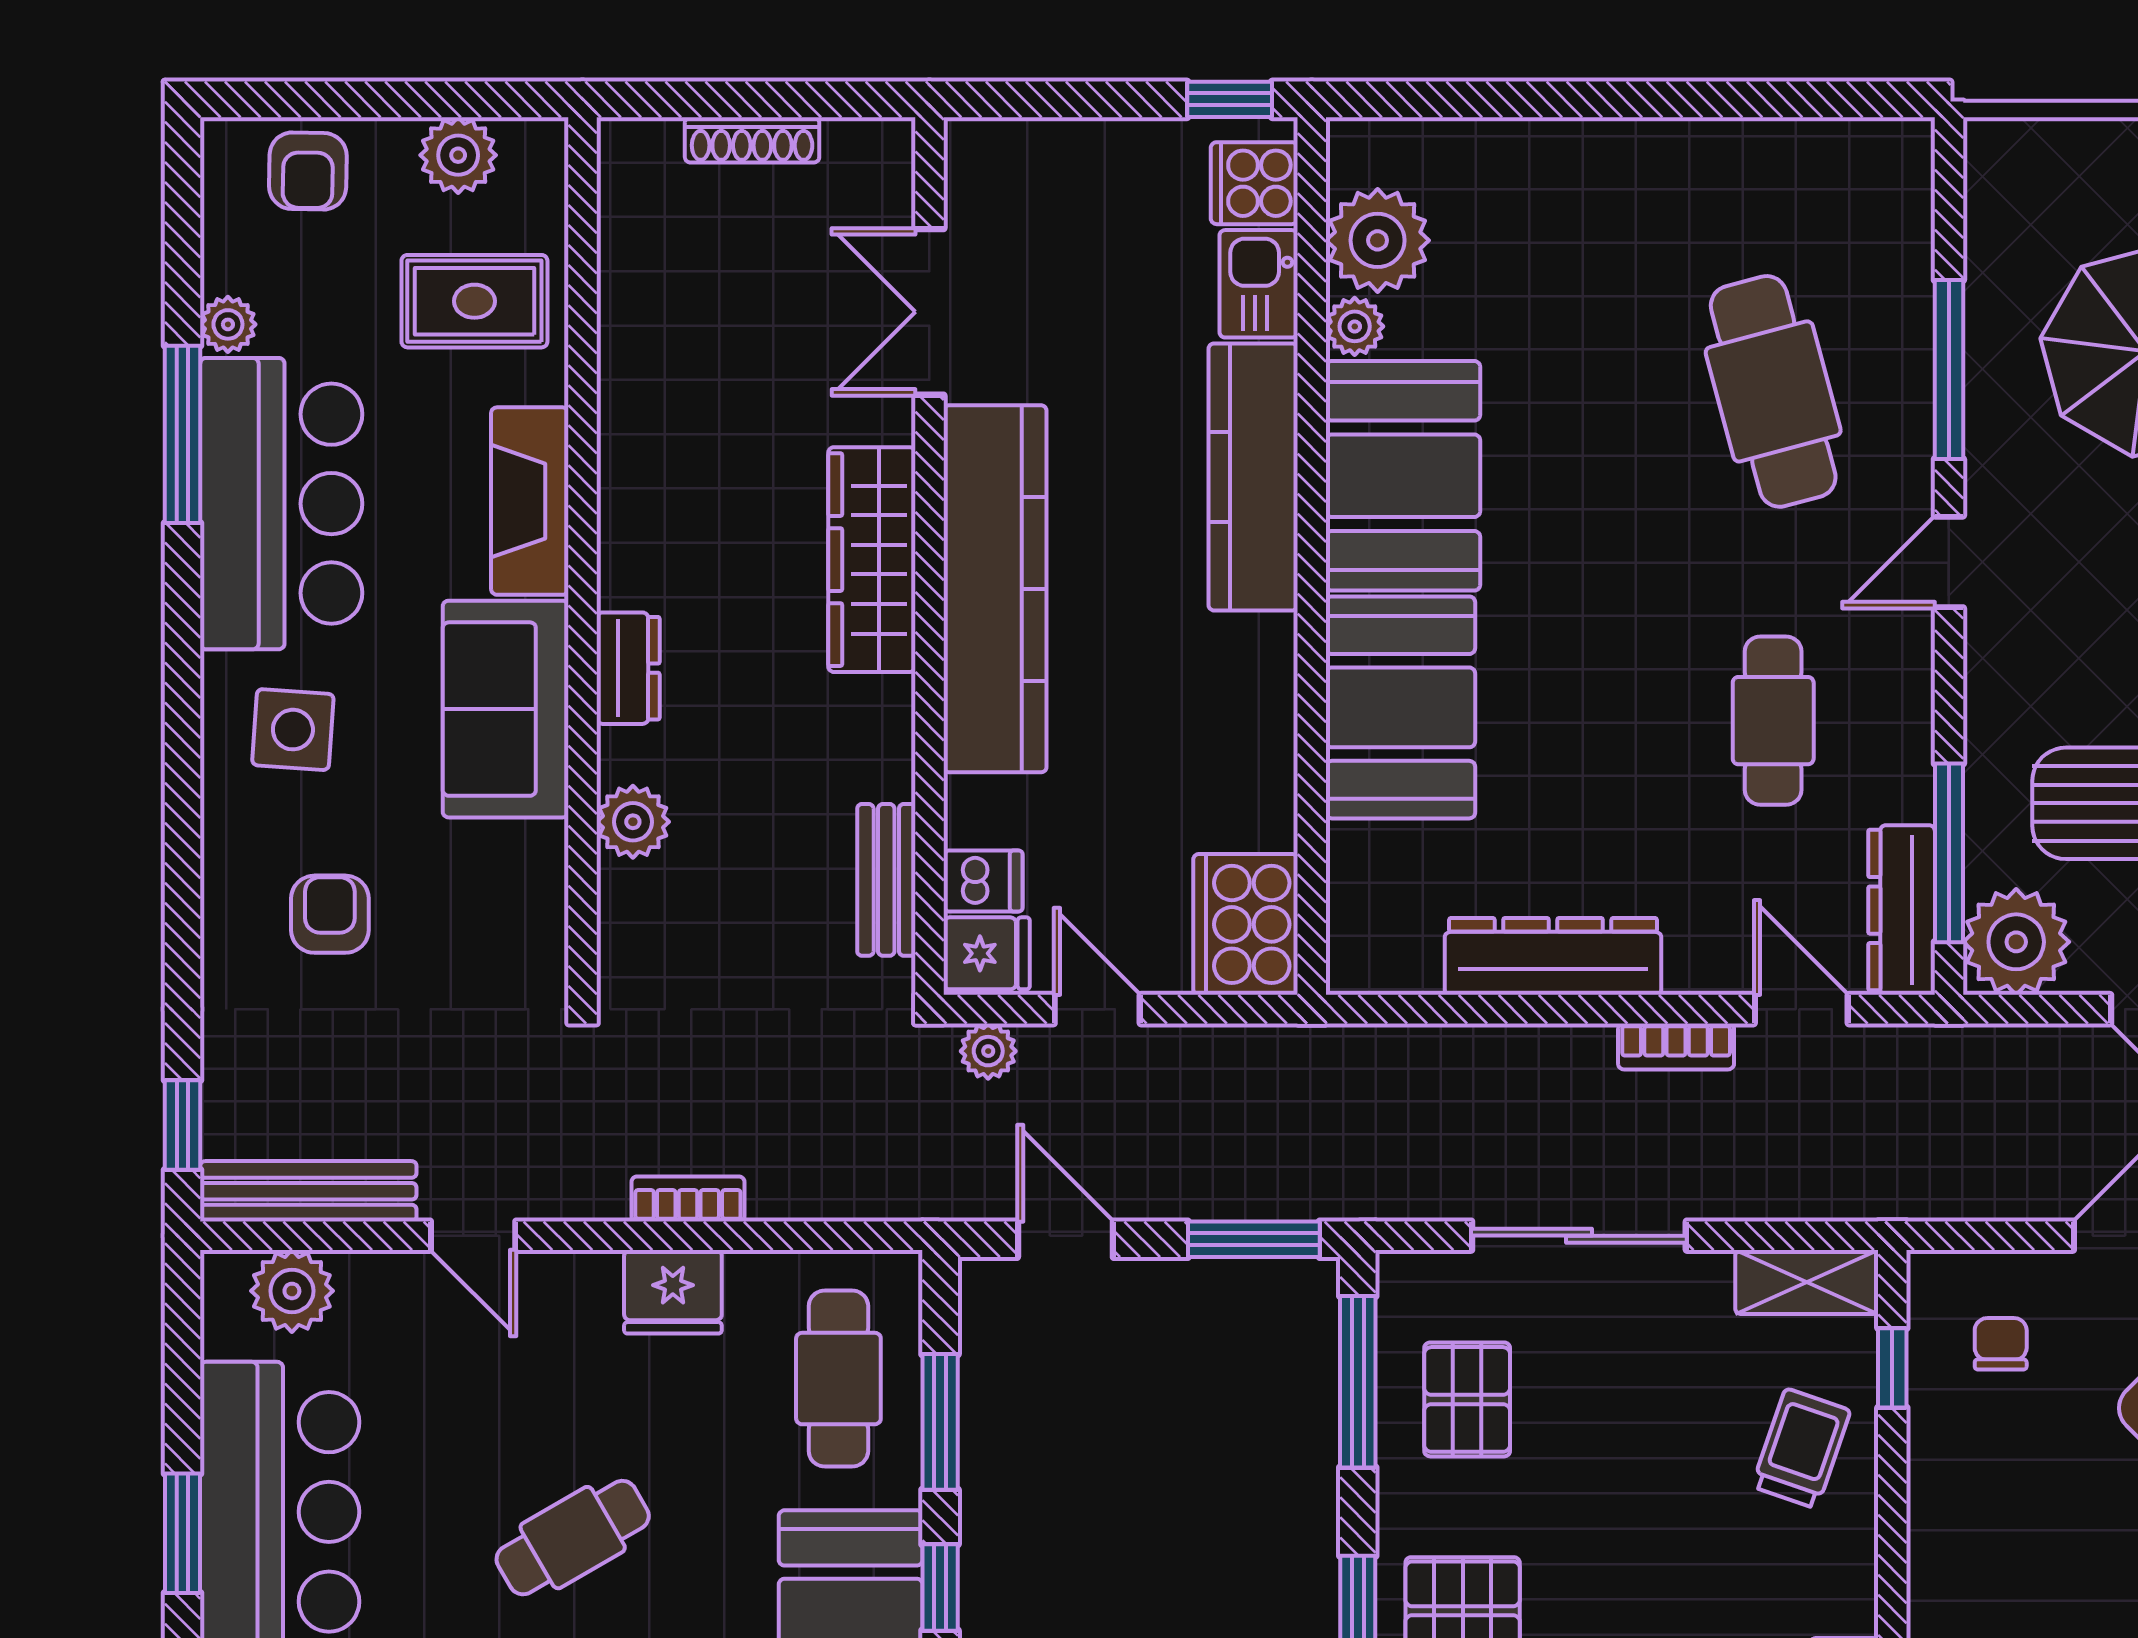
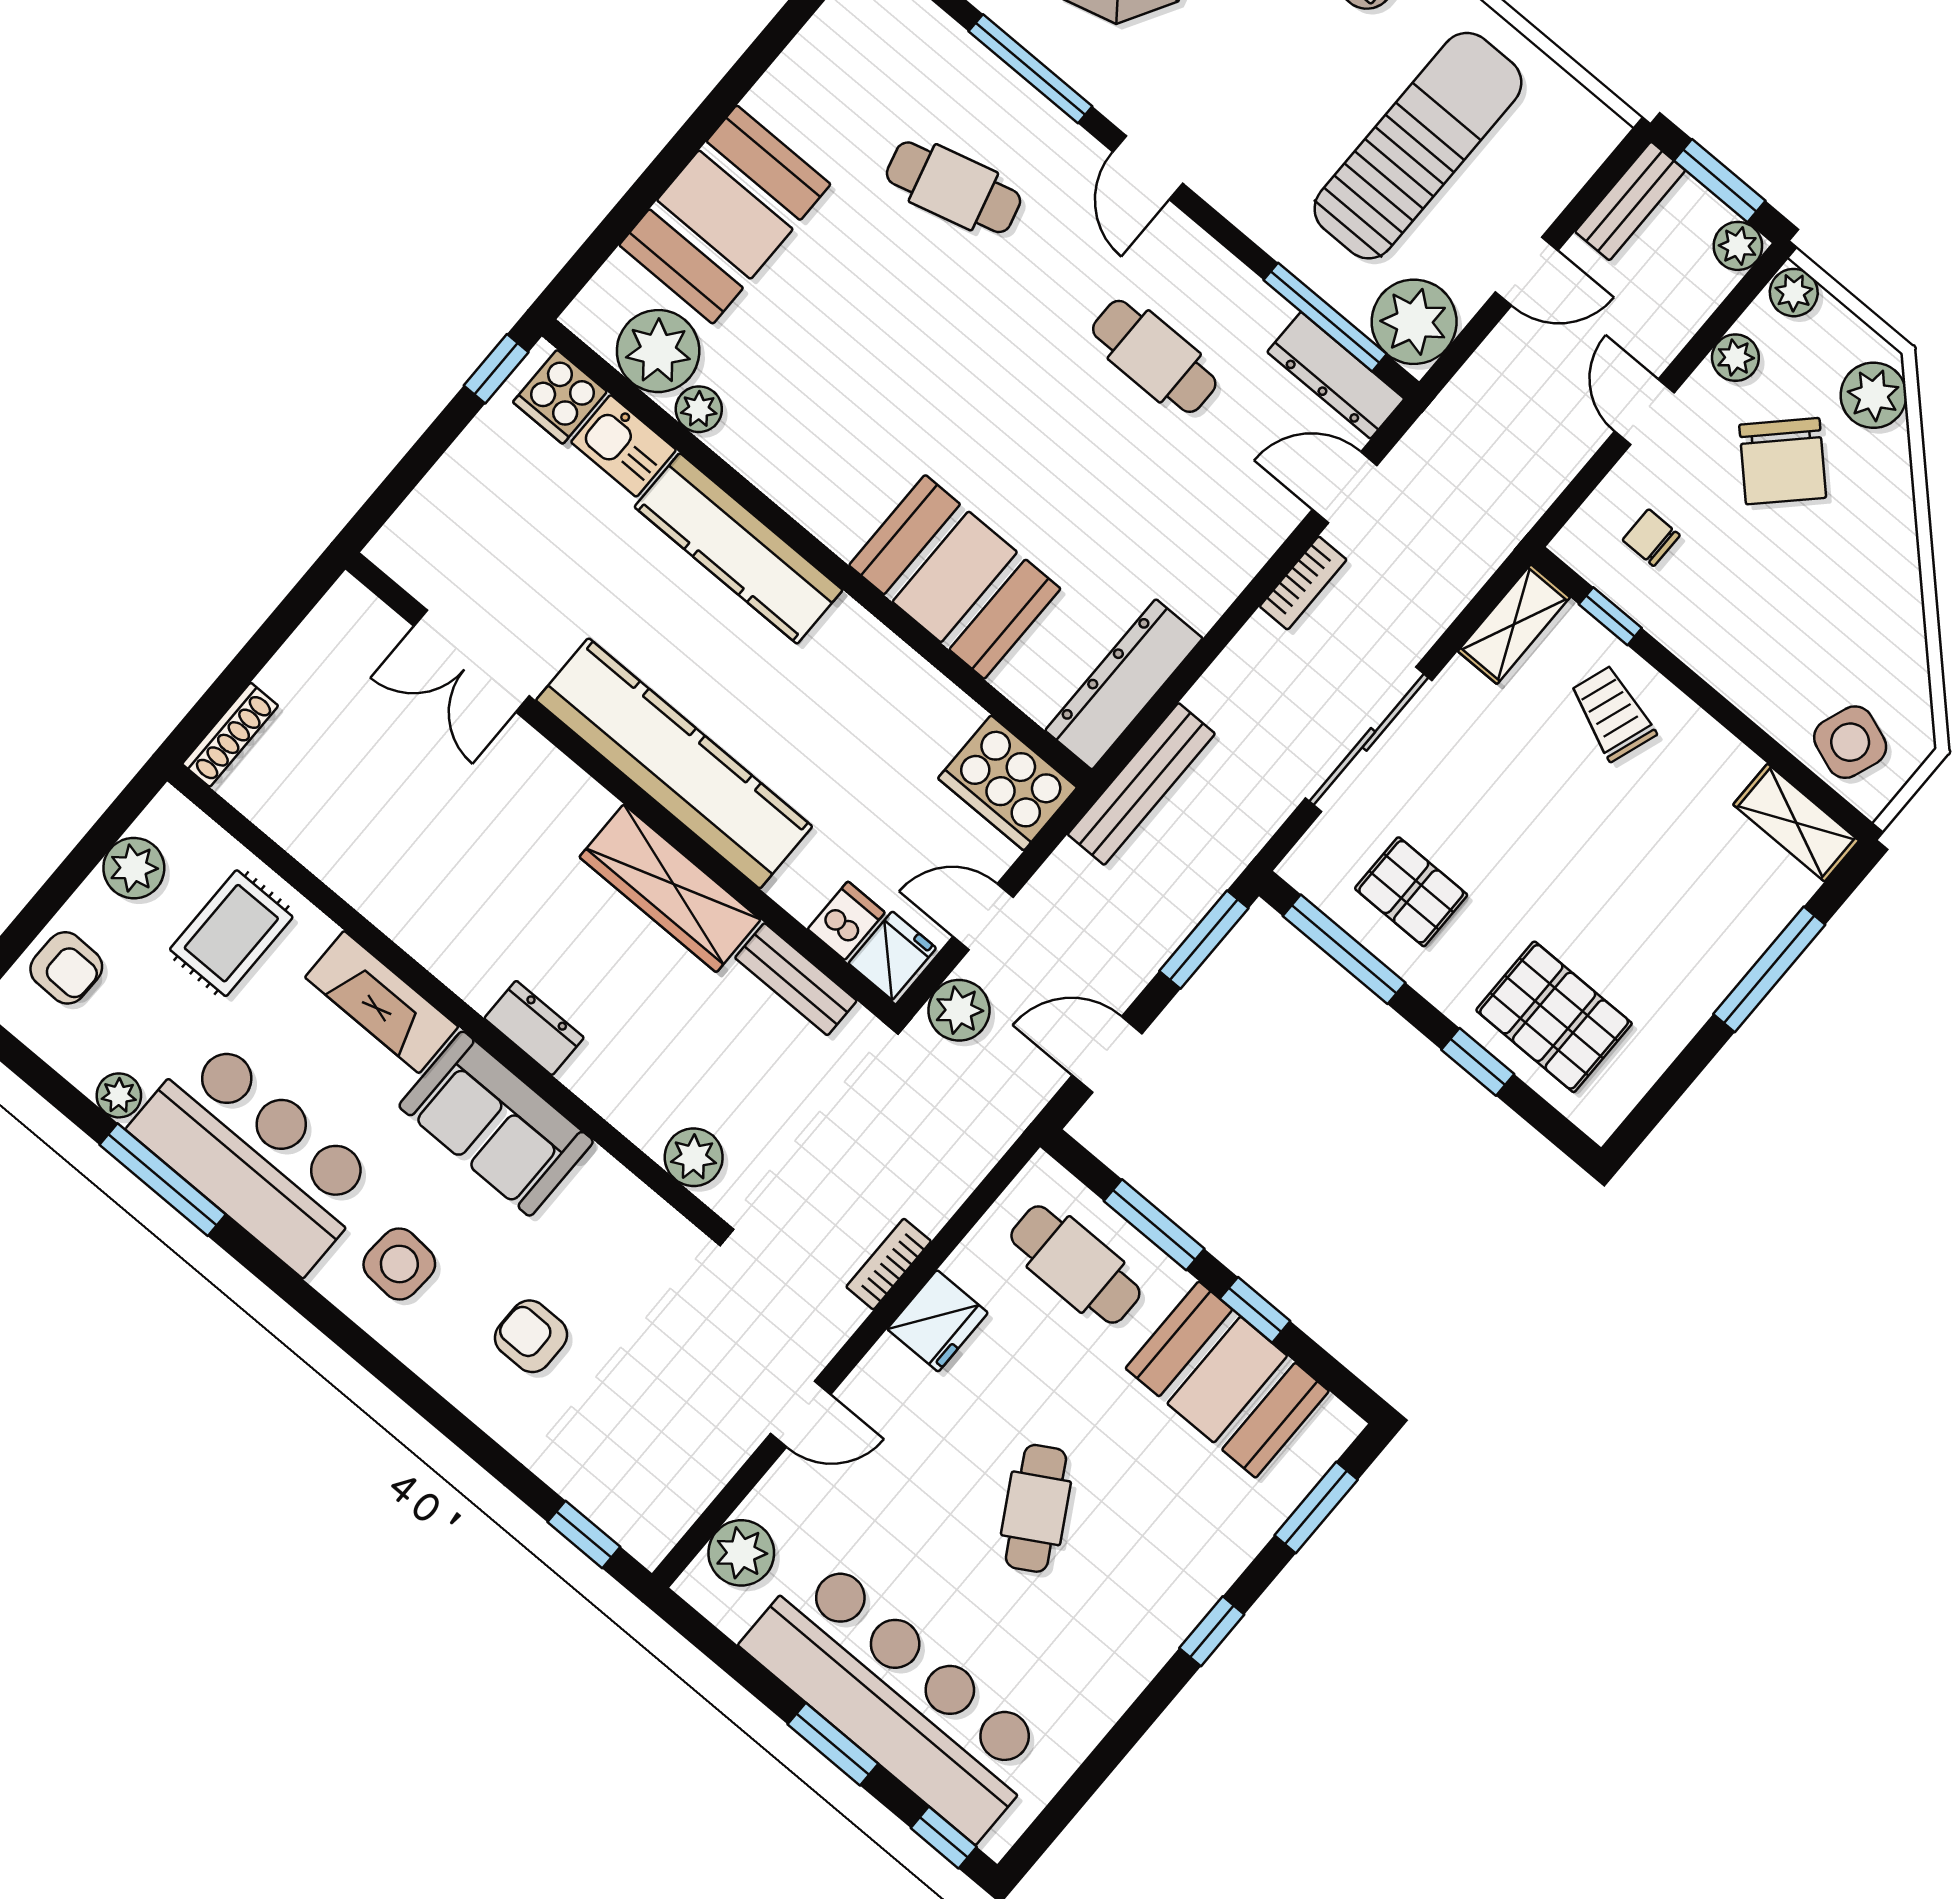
shoe rack: (752, 140) -> (230, 735), moved
cafe table: (1773, 391) -> (953, 187), width x0.73, depth x0.74
booth: (1403, 476) -> (725, 215), moved, turned 90
wardrobe: (872, 560) -> (670, 888), moved
plant: (633, 822) -> (694, 1157), moved
dresser: (1553, 956) -> (1124, 684), moved
plant: (988, 1051) -> (959, 1010), width x1.38, depth x1.38
bench: (308, 1191) -> (1141, 784), moved

